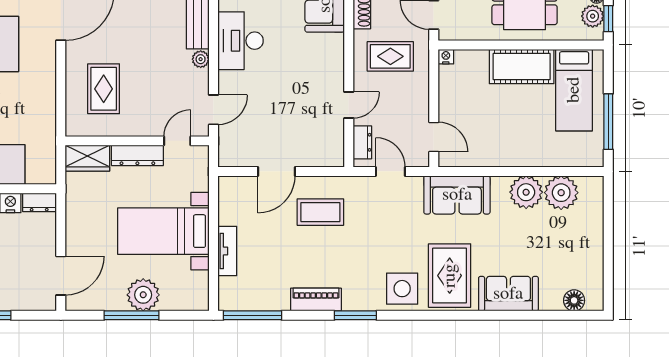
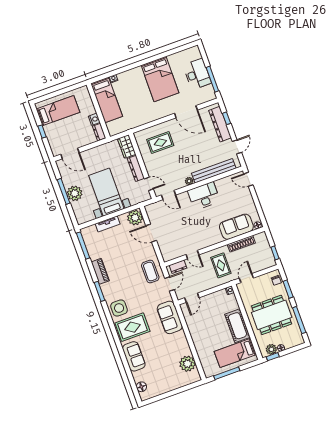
plant: (526, 192) -> (135, 218), moved
coffee table: (320, 212) -> (150, 272), moved

